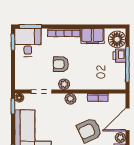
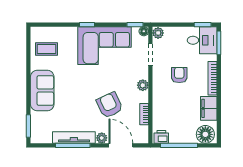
printer: (119, 56) -> (161, 137), moved
plant: (64, 84) -> (158, 33), moved

